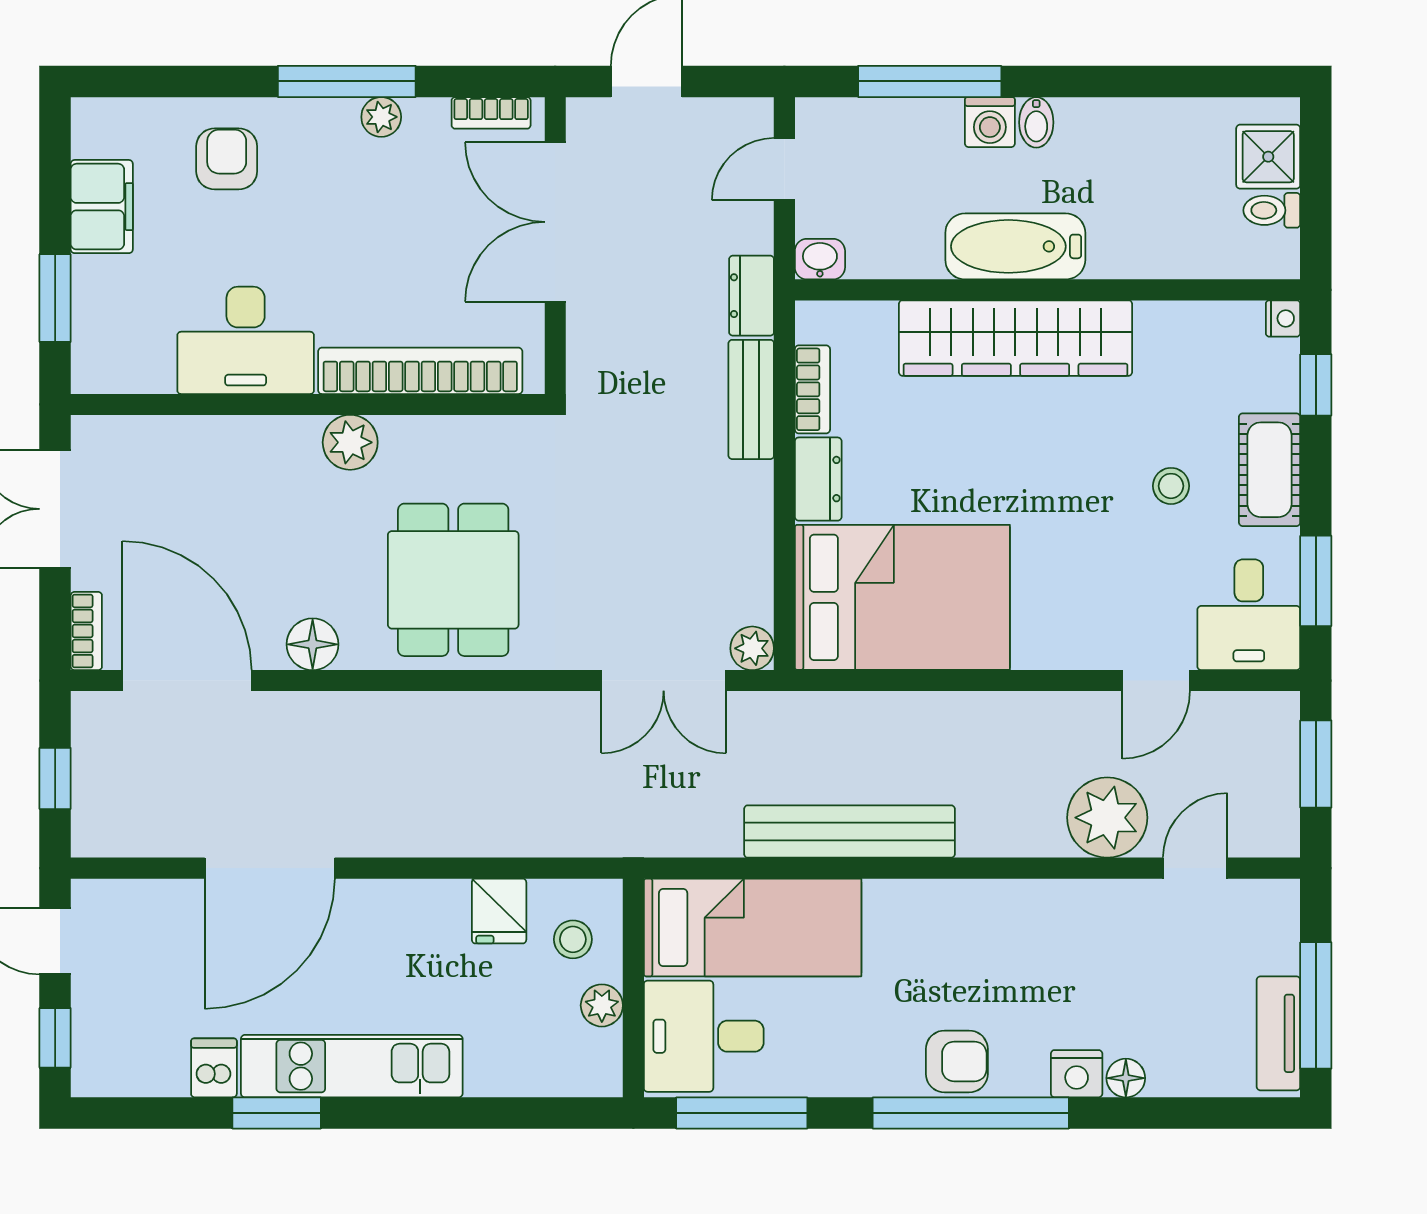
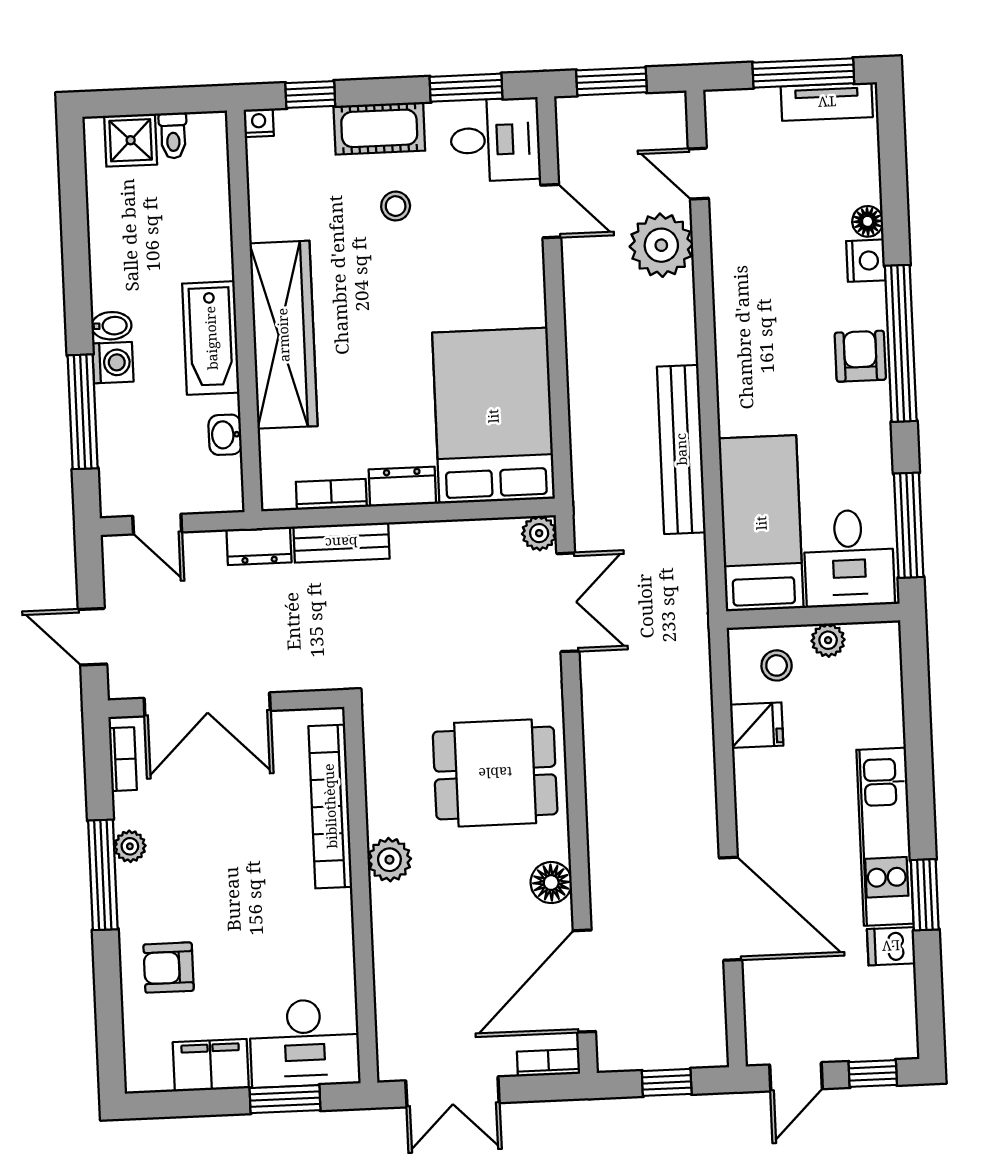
washbasin: (820, 259) -> (225, 435), moved
desk: (246, 340) -> (305, 1043), moved, turned 90

